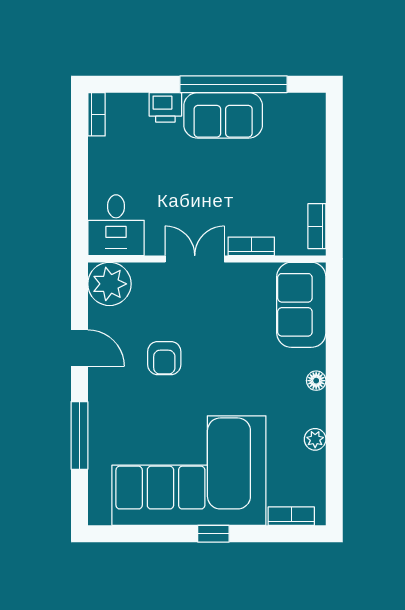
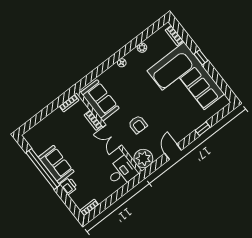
sofa: (301, 305) -> (100, 100), moved, turned -90
armchair: (164, 358) -> (138, 125), moved, turned 90
window: (79, 435) -> (203, 129), width x0.46

